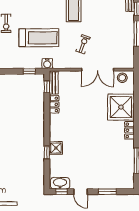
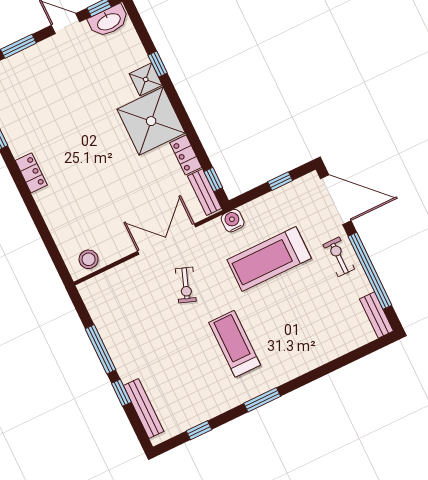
double door: (98, 70) -> (167, 239), moved
window: (29, 71) -> (280, 181), moved
shower: (121, 107) -> (151, 121), moved

